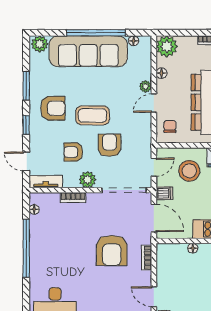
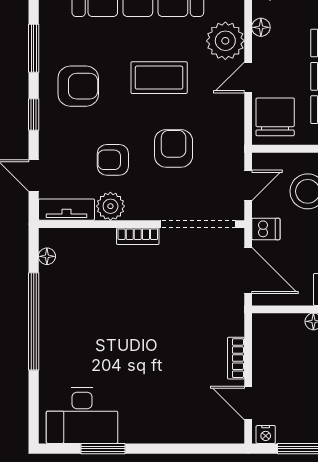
plant: (146, 86) -> (225, 41), width x1.88, depth x1.88
coffee table: (92, 115) -> (159, 78), moved
chair: (170, 126) -> (275, 117), width x1.87, depth x1.87
plant: (88, 180) -> (110, 206), moved
bookcase: (73, 197) -> (138, 236), moved
armchair: (112, 250) -> (177, 325), removed
bookcase: (147, 258) -> (236, 358), moved

